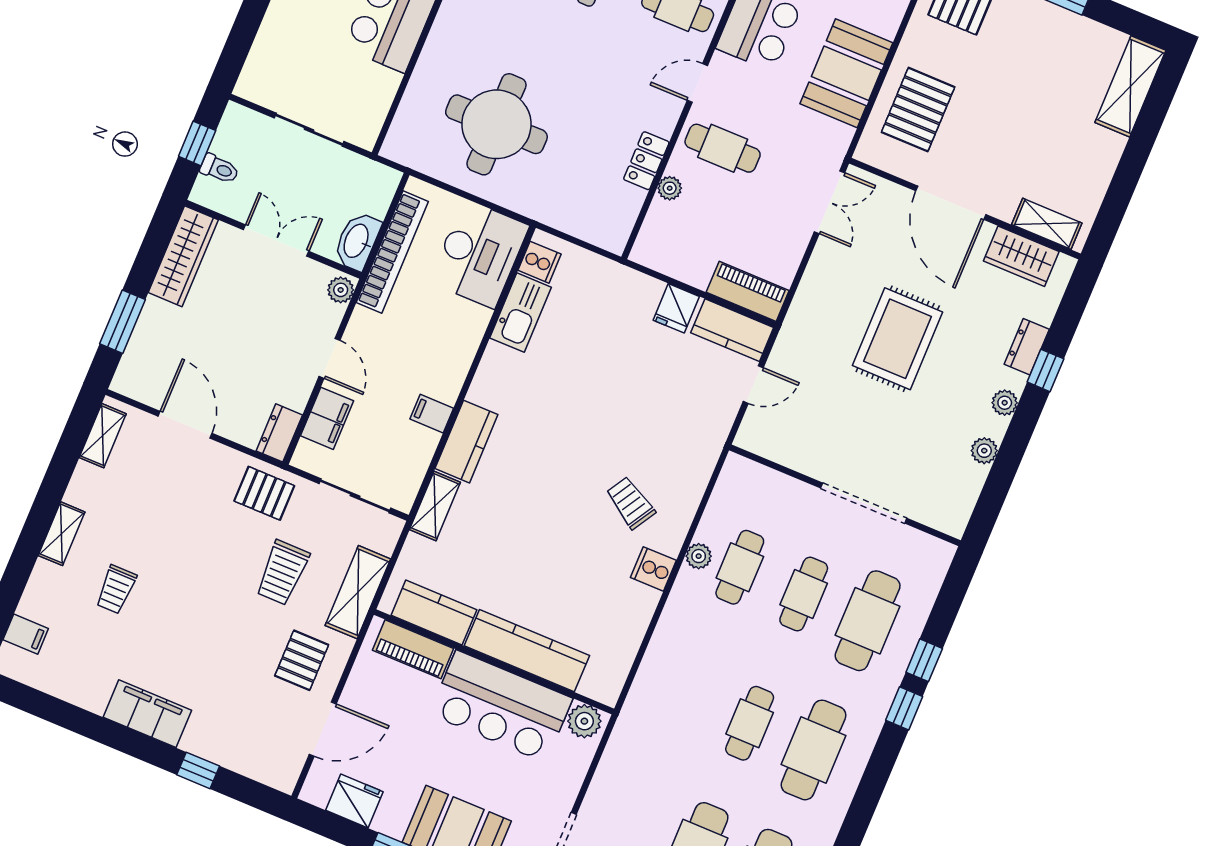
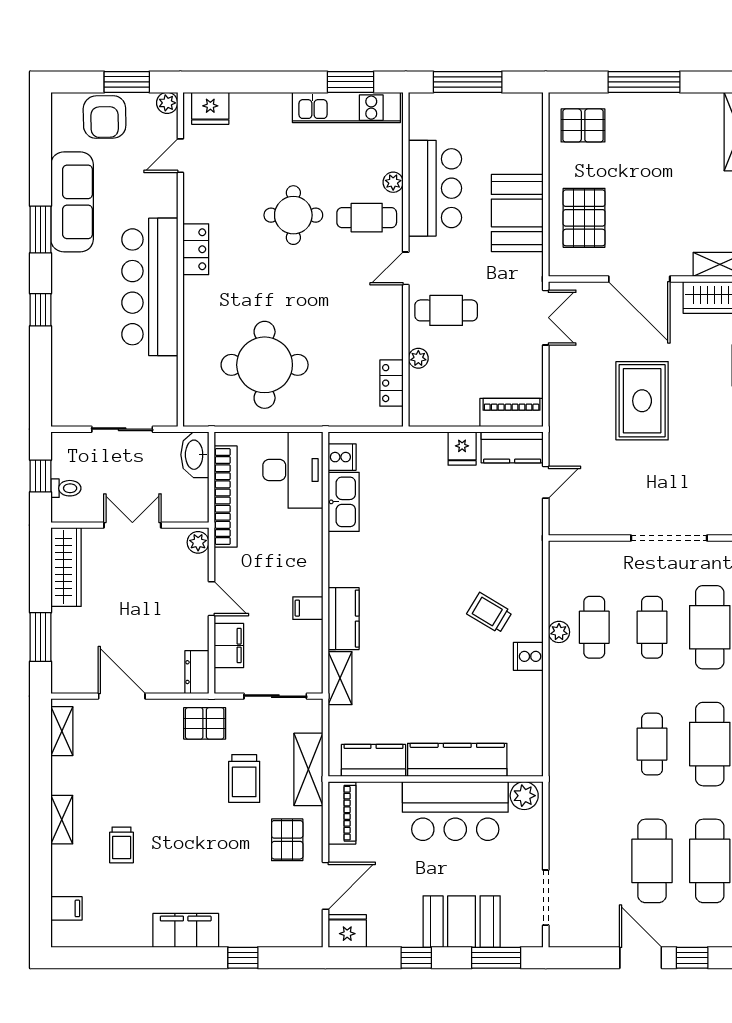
locker: (646, 161) -> (392, 383), moved
washbasin: (357, 241) -> (195, 455), moved
piano: (413, 649) -> (342, 813), moved, turned -90
fridge: (354, 801) -> (347, 931), moved

